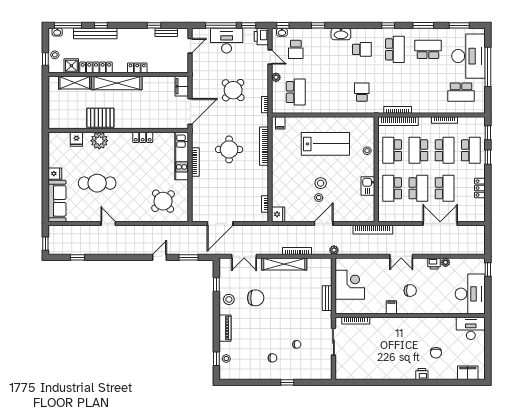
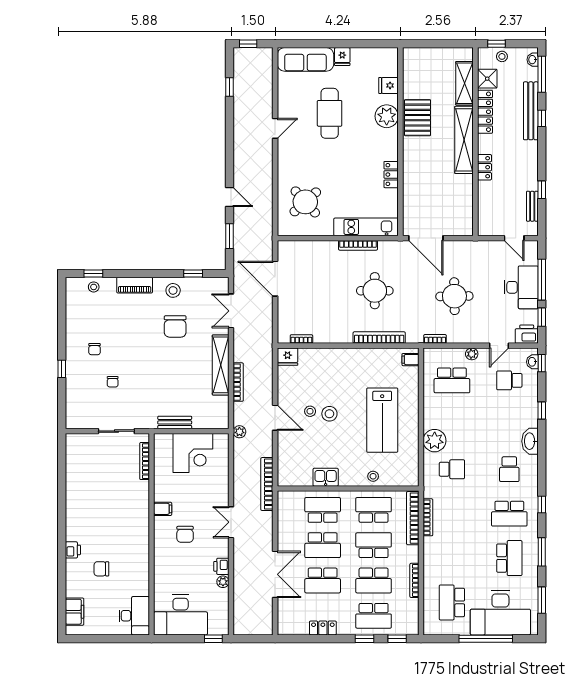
filing cabinet: (182, 86) -> (460, 227), removed
round table: (233, 90) -> (454, 296), turned 45
plant: (341, 105) -> (435, 441), added

